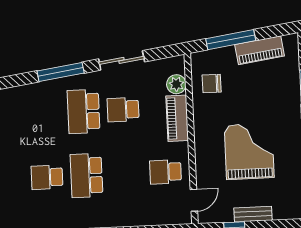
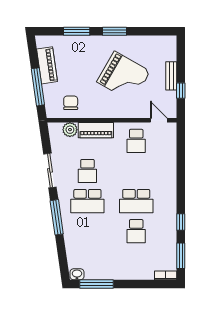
chair: (212, 84) -> (71, 103), turned 180
grand piano: (249, 151) -> (124, 77), turned -150

